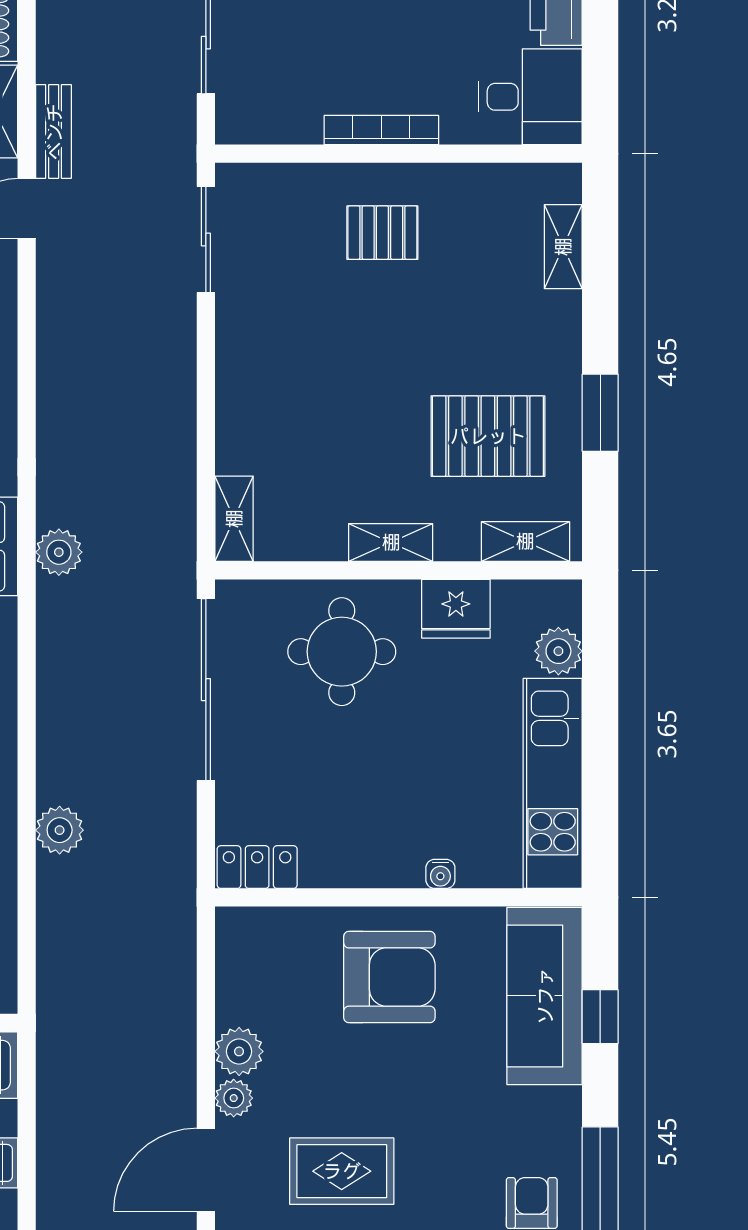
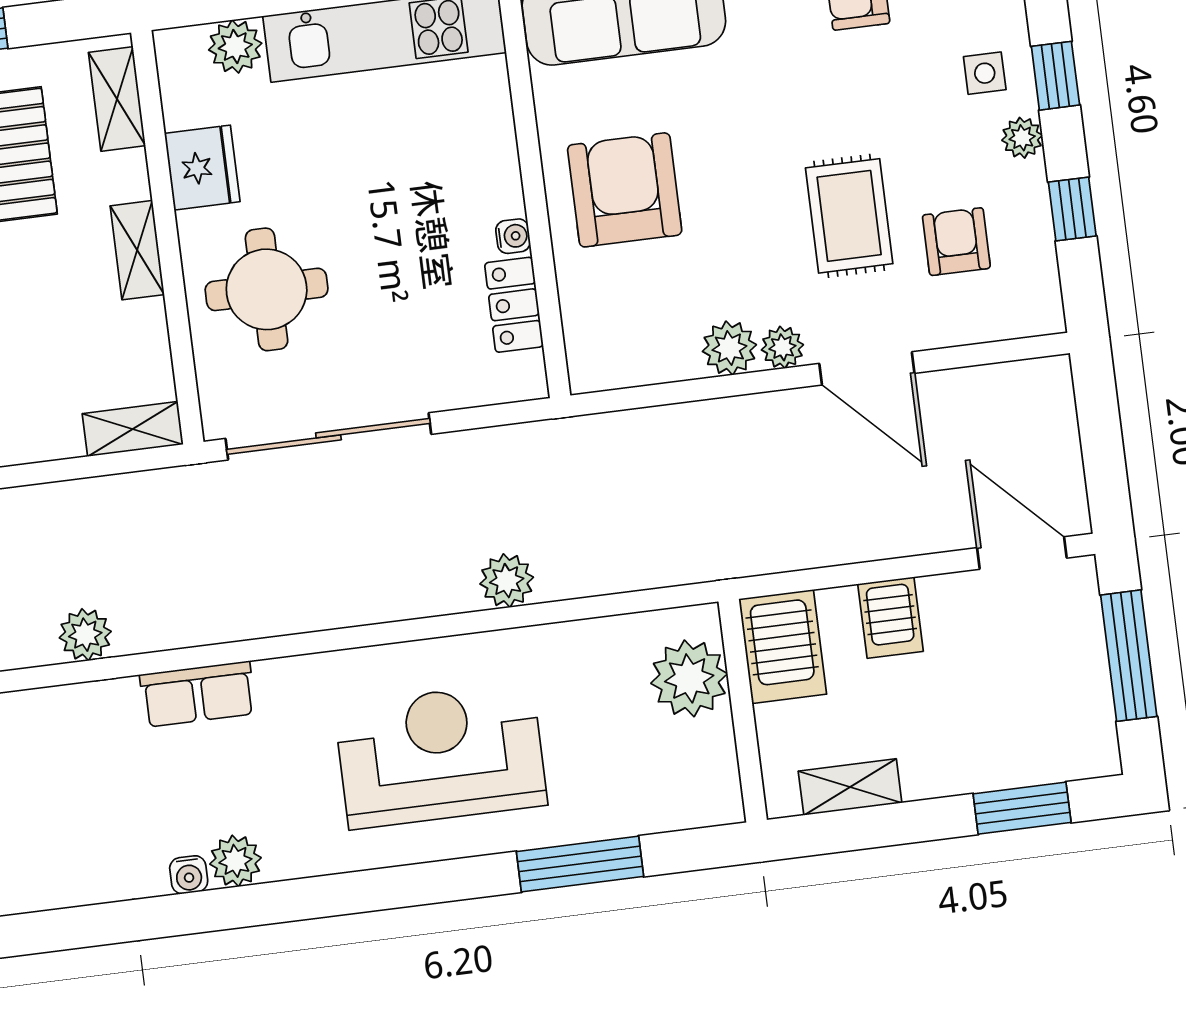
plant: (59, 552) -> (85, 635), moved
locker: (257, 867) -> (514, 305), moved
water cooler: (440, 874) -> (513, 236), moved

